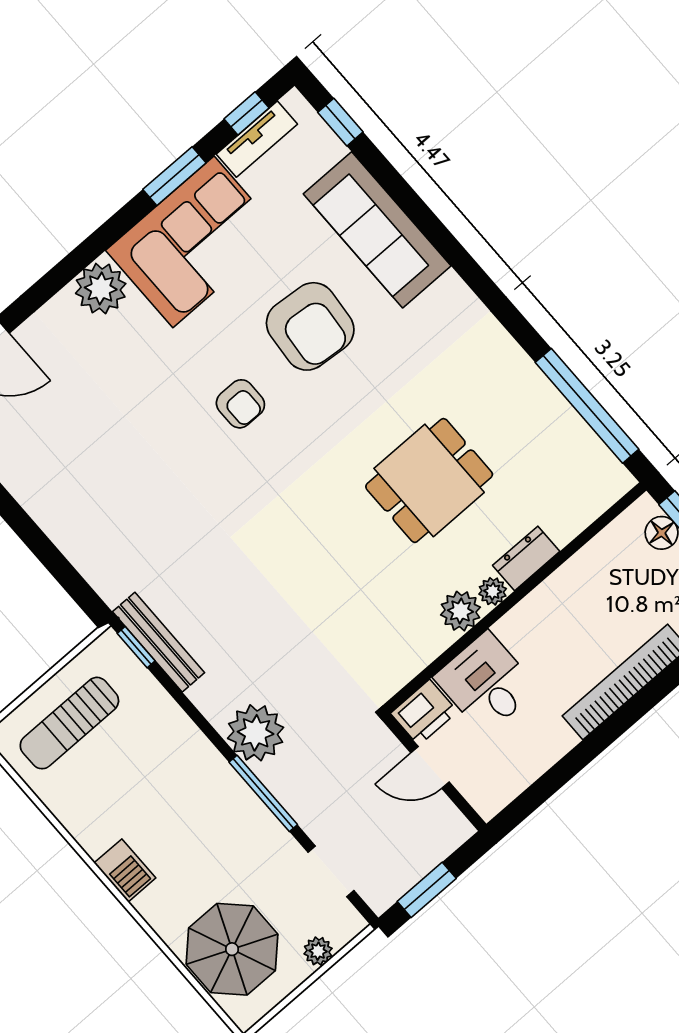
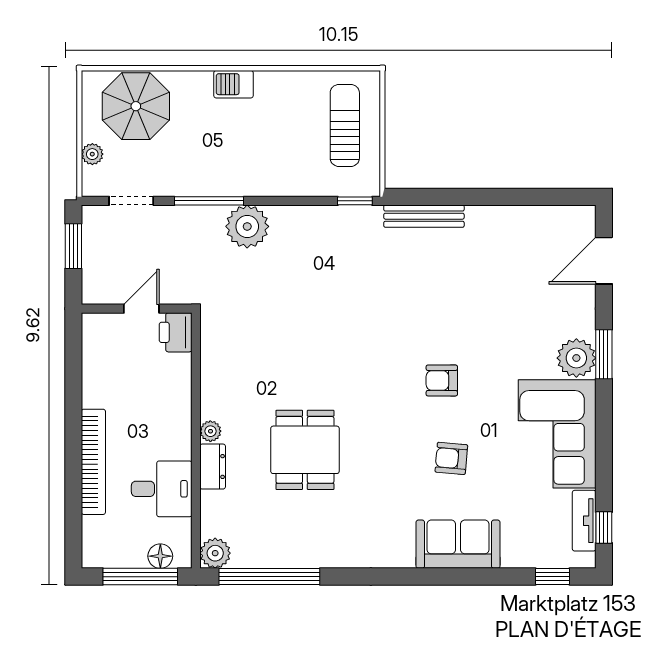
window: (174, 176) -> (604, 354), moved
sofa: (377, 230) -> (458, 544), width x0.73
armchair: (310, 326) -> (451, 458), width x0.53, depth x0.53
plant: (461, 611) -> (215, 553), moved
bench: (159, 642) -> (424, 216), moved
desk: (486, 683) -> (162, 489), moved

